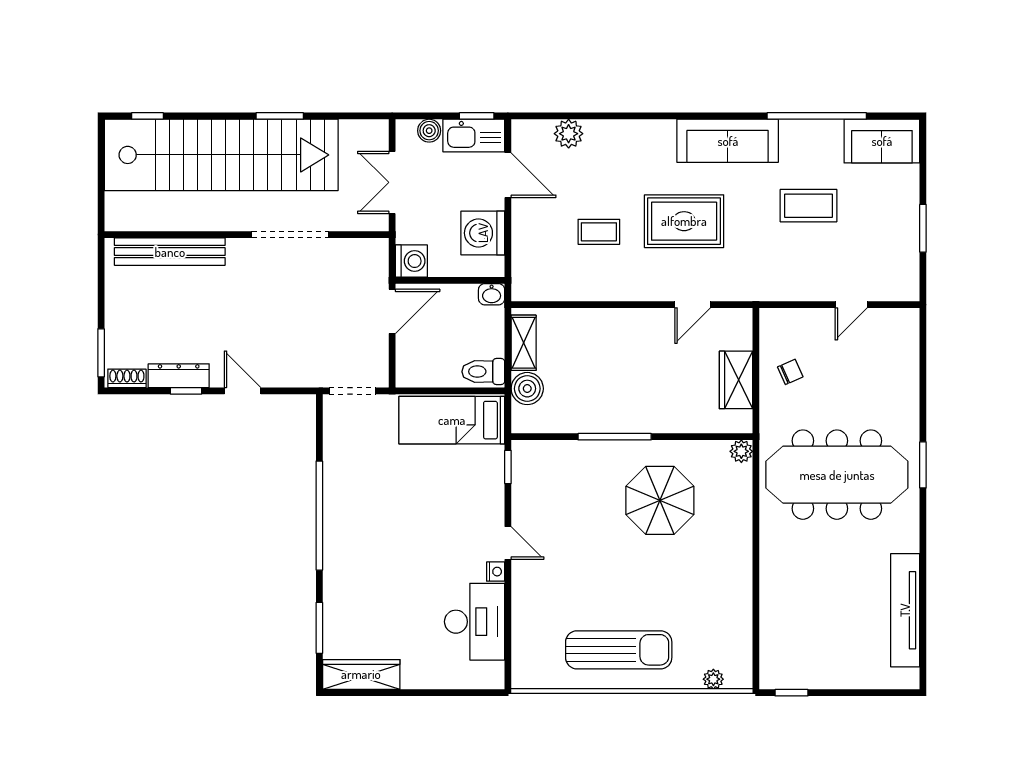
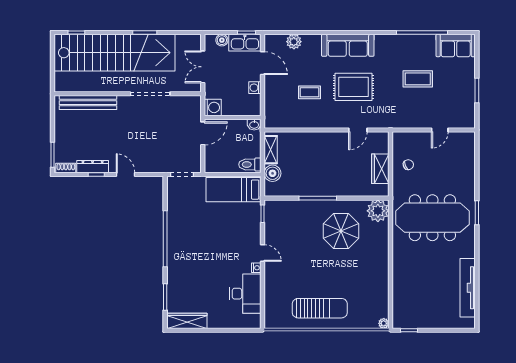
sofa: (728, 141) -> (348, 45), moved
washing machine: (483, 233) -> (255, 88), width x0.53, depth x0.53
plant: (741, 451) -> (378, 211), width x1.88, depth x1.88
plant: (713, 679) -> (384, 323), moved

